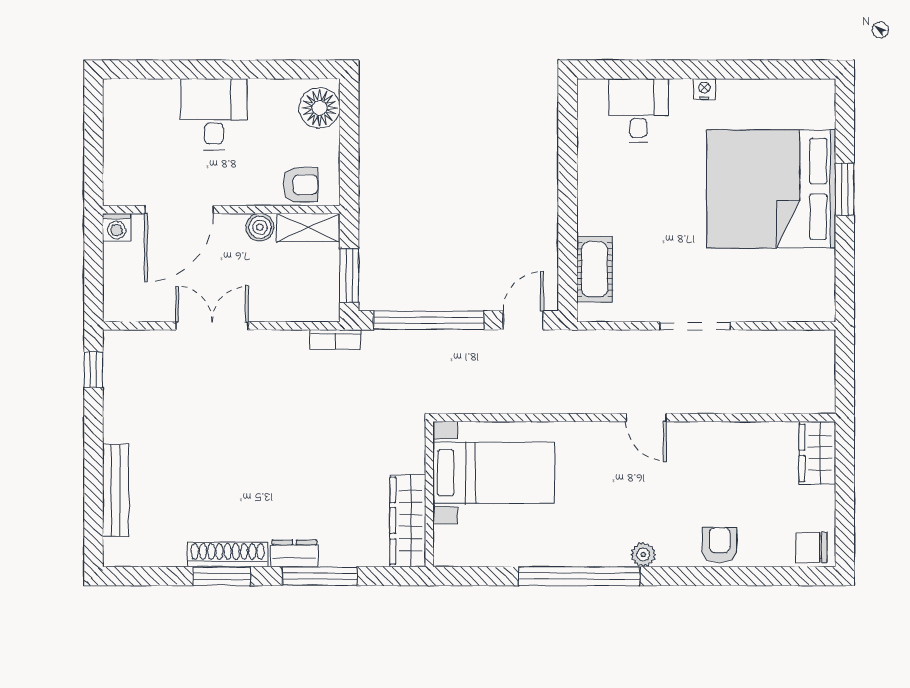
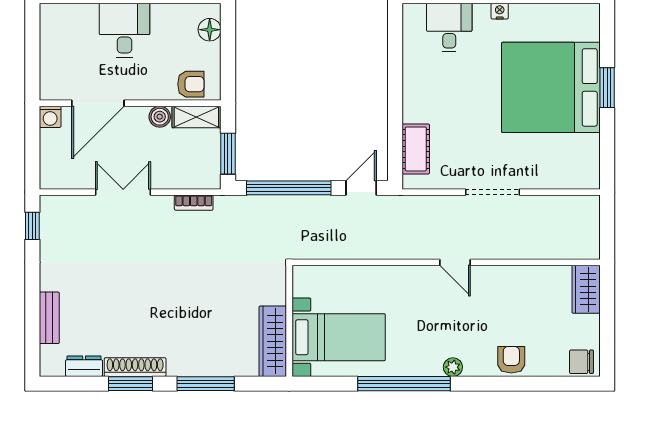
floor lamp: (320, 108) -> (210, 30), width x0.73, depth x0.73
bookcase: (335, 340) -> (194, 203), moved
bed with nightstands: (494, 473) -> (339, 337), moved
bench: (116, 490) -> (49, 318), width x0.73
dresser: (294, 553) -> (84, 366), moved

